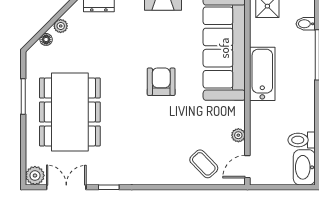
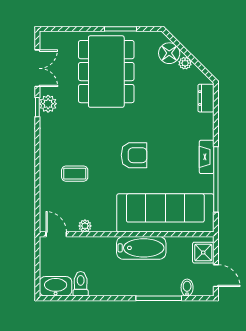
floor lamp: (46, 39) -> (169, 53), width x1.89, depth x1.89
dining table: (70, 112) -> (106, 72), turned 90
coffee table: (204, 164) -> (75, 174), moved, turned 44
plant: (35, 176) -> (48, 104), moved

